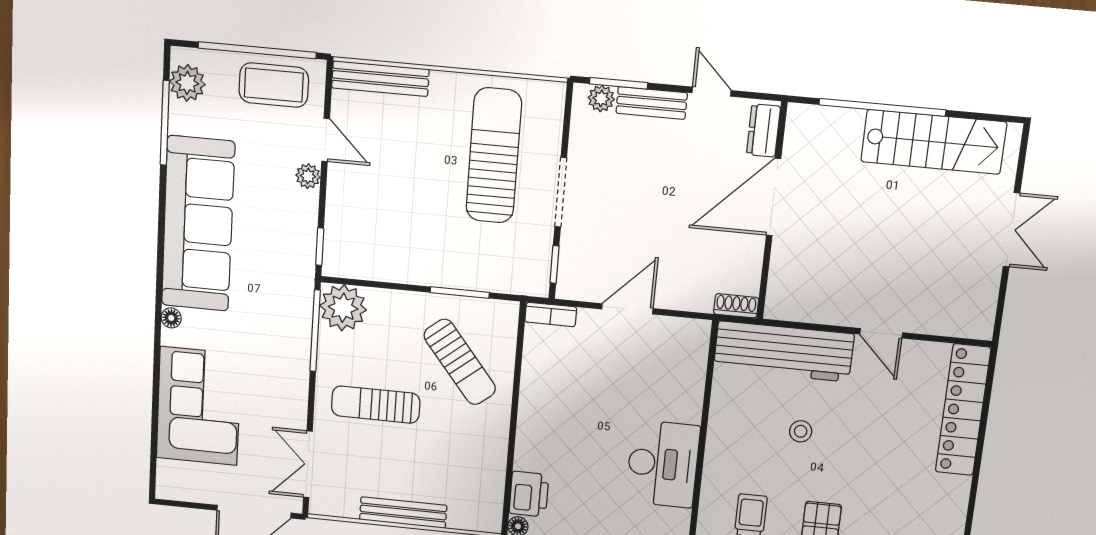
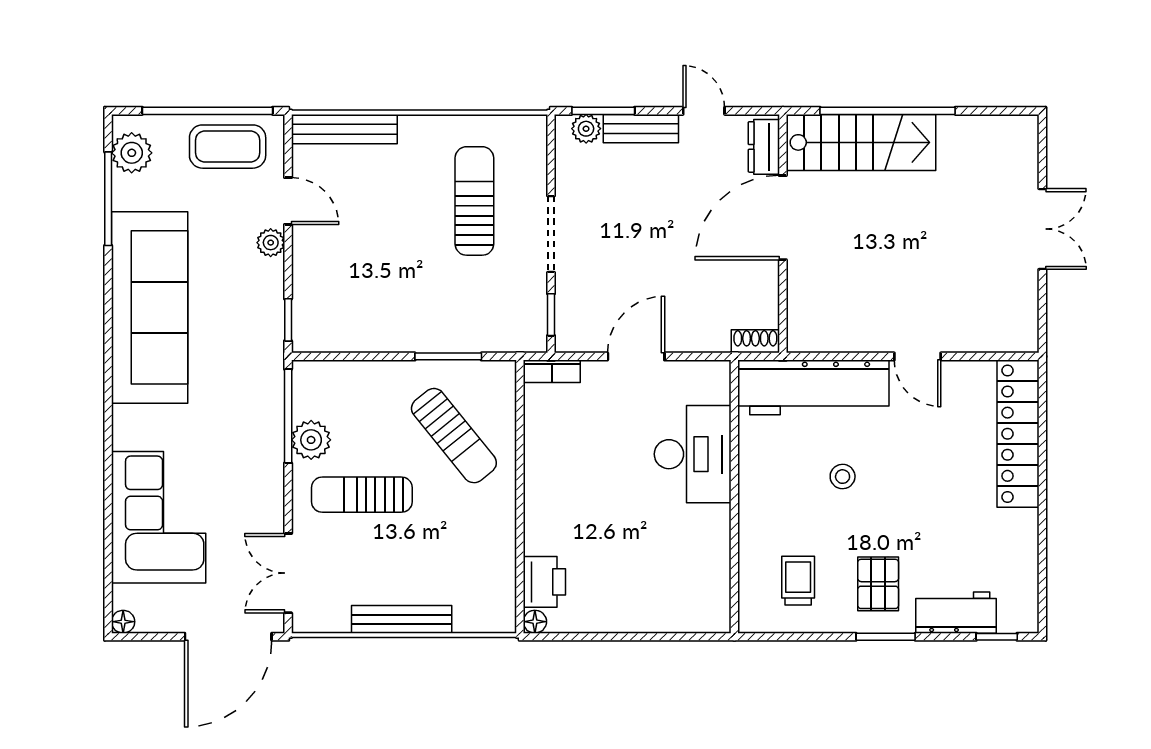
stairs: (934, 142) -> (861, 142), moved
sun lounger: (494, 156) -> (474, 201), width x0.73, depth x0.75
plant: (343, 308) -> (311, 440), moved, width x0.73, depth x0.73
floor lamp: (171, 318) -> (123, 622), moved
desk: (663, 464) -> (693, 454), moved

